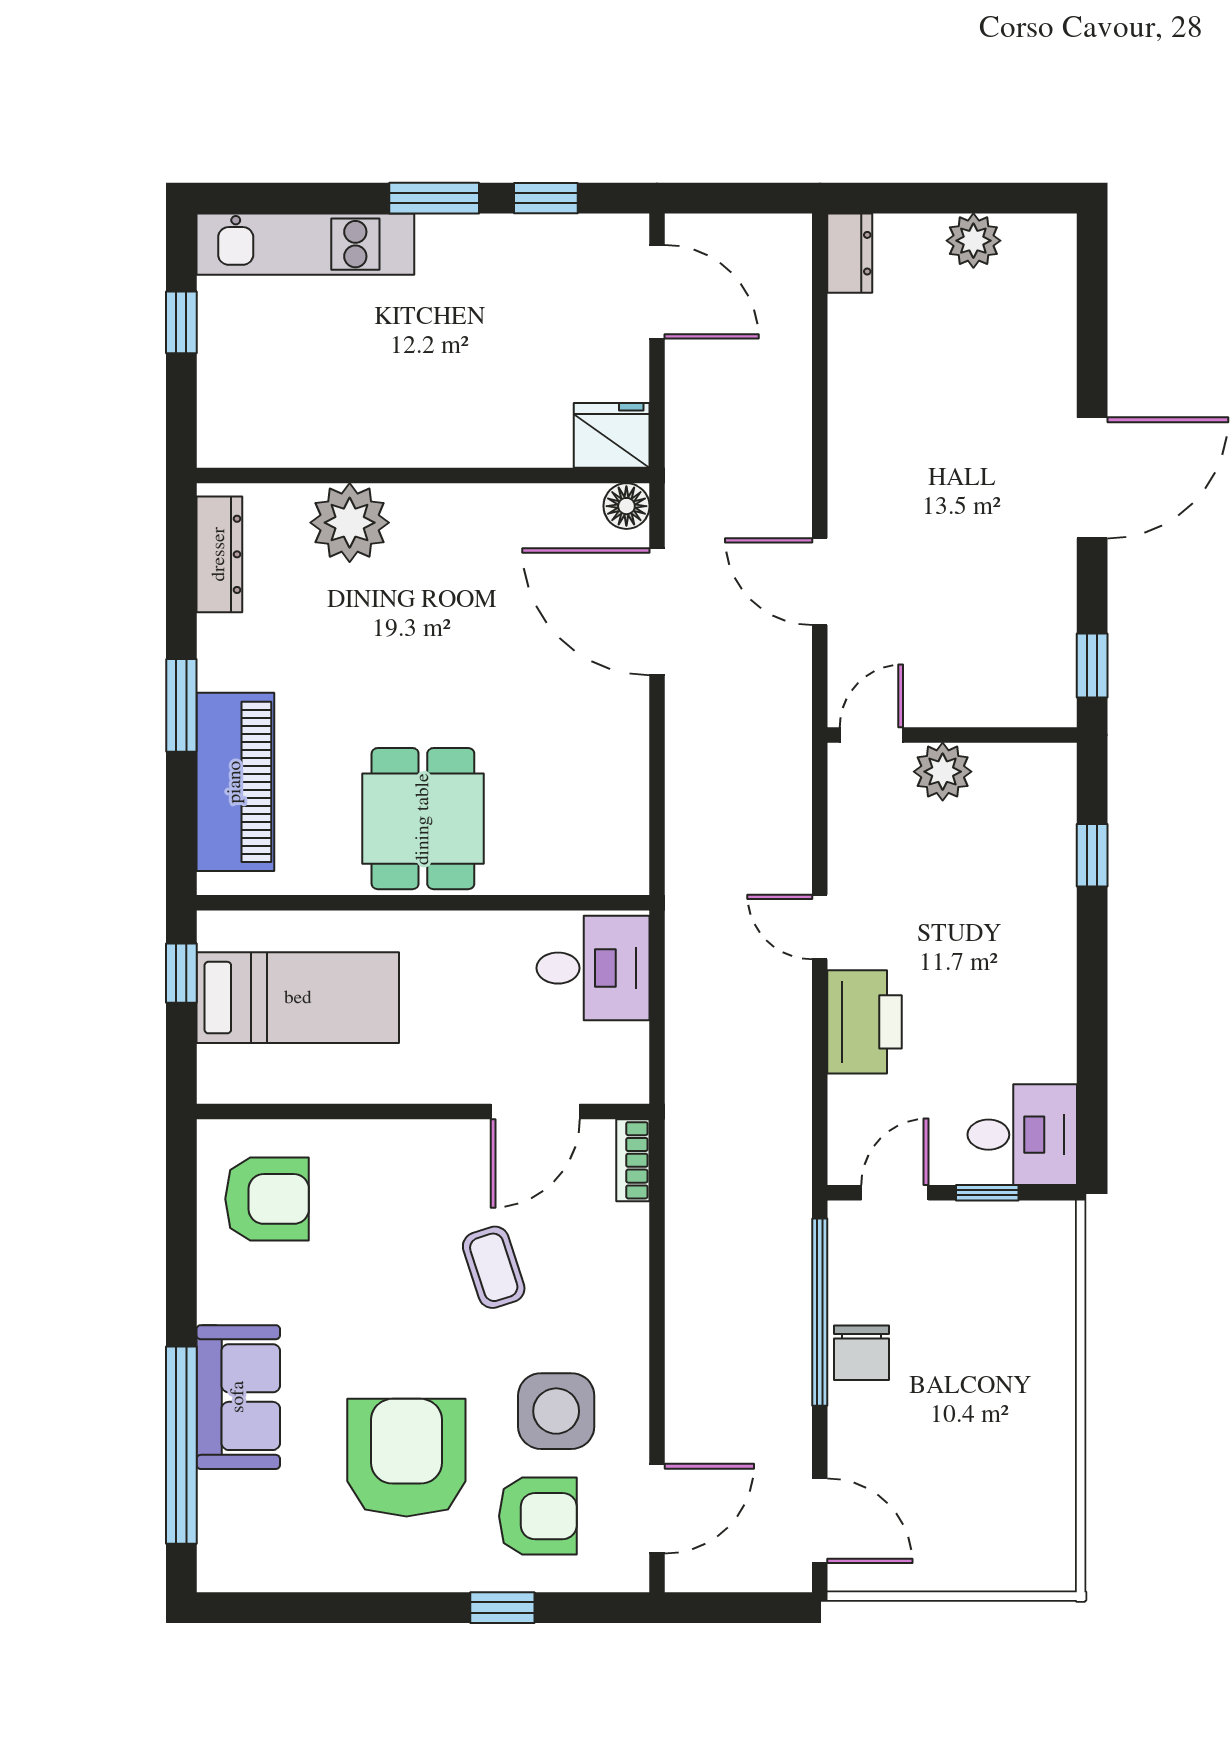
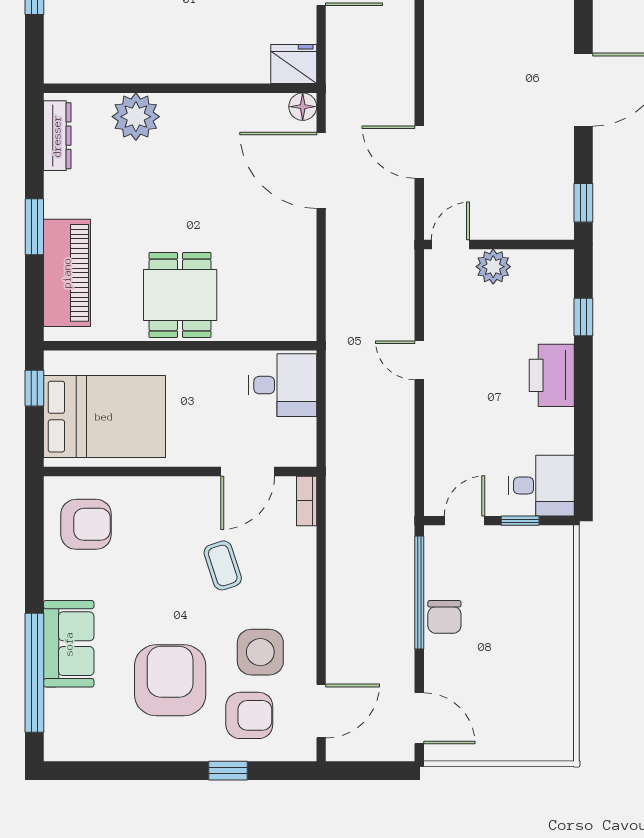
bed: (298, 998) -> (104, 417), width x1.50
printer: (865, 1022) -> (552, 375), moved, turned 180

